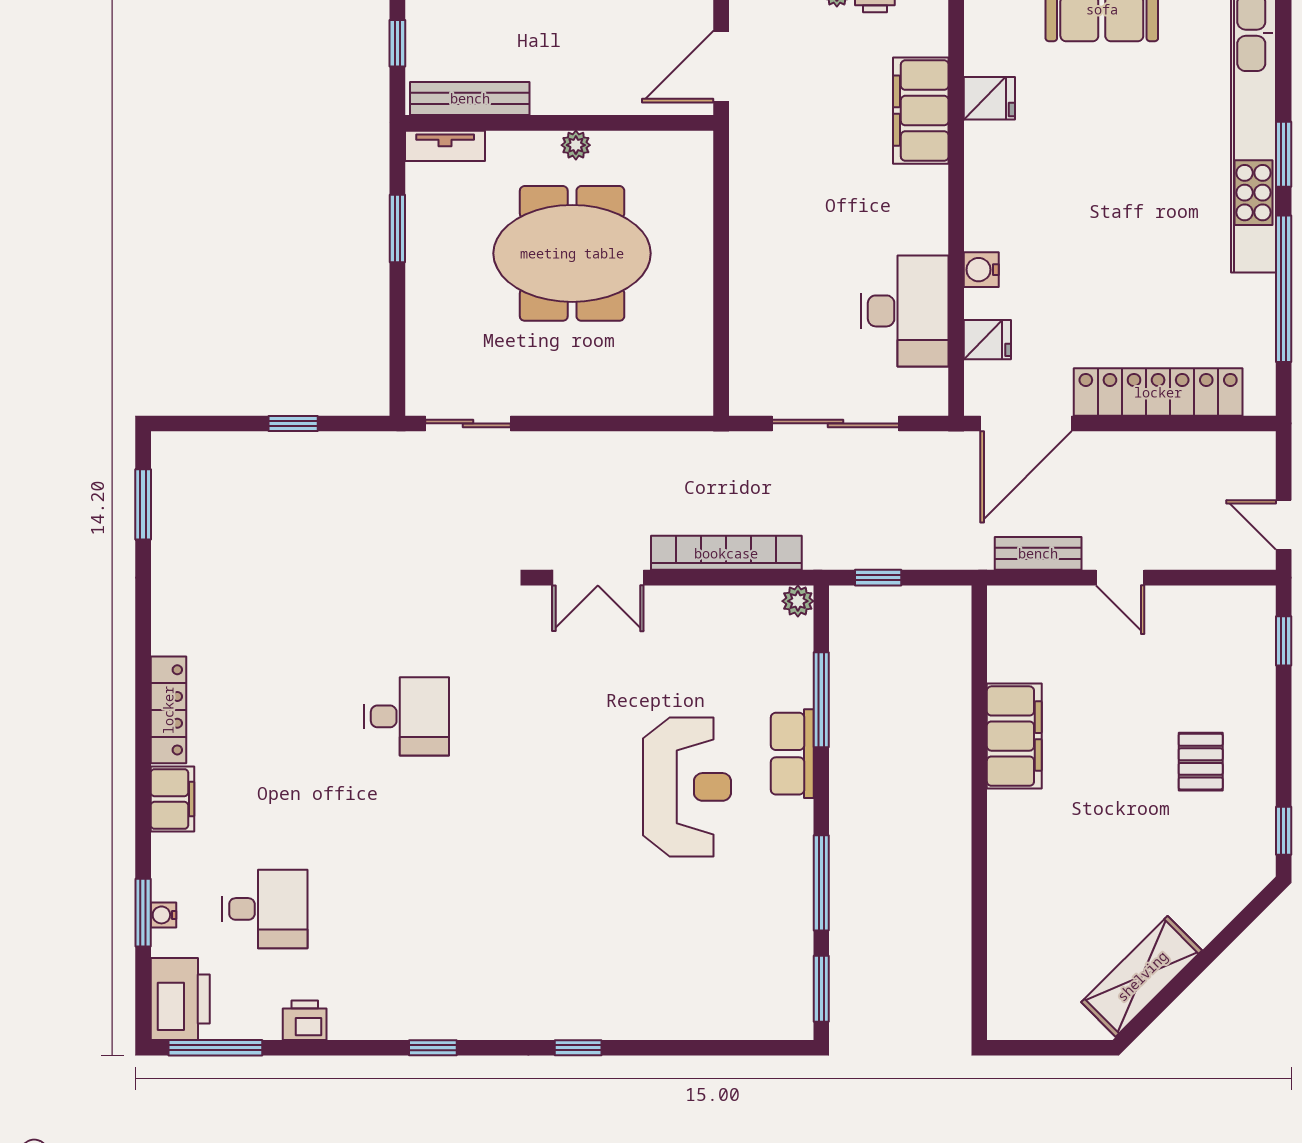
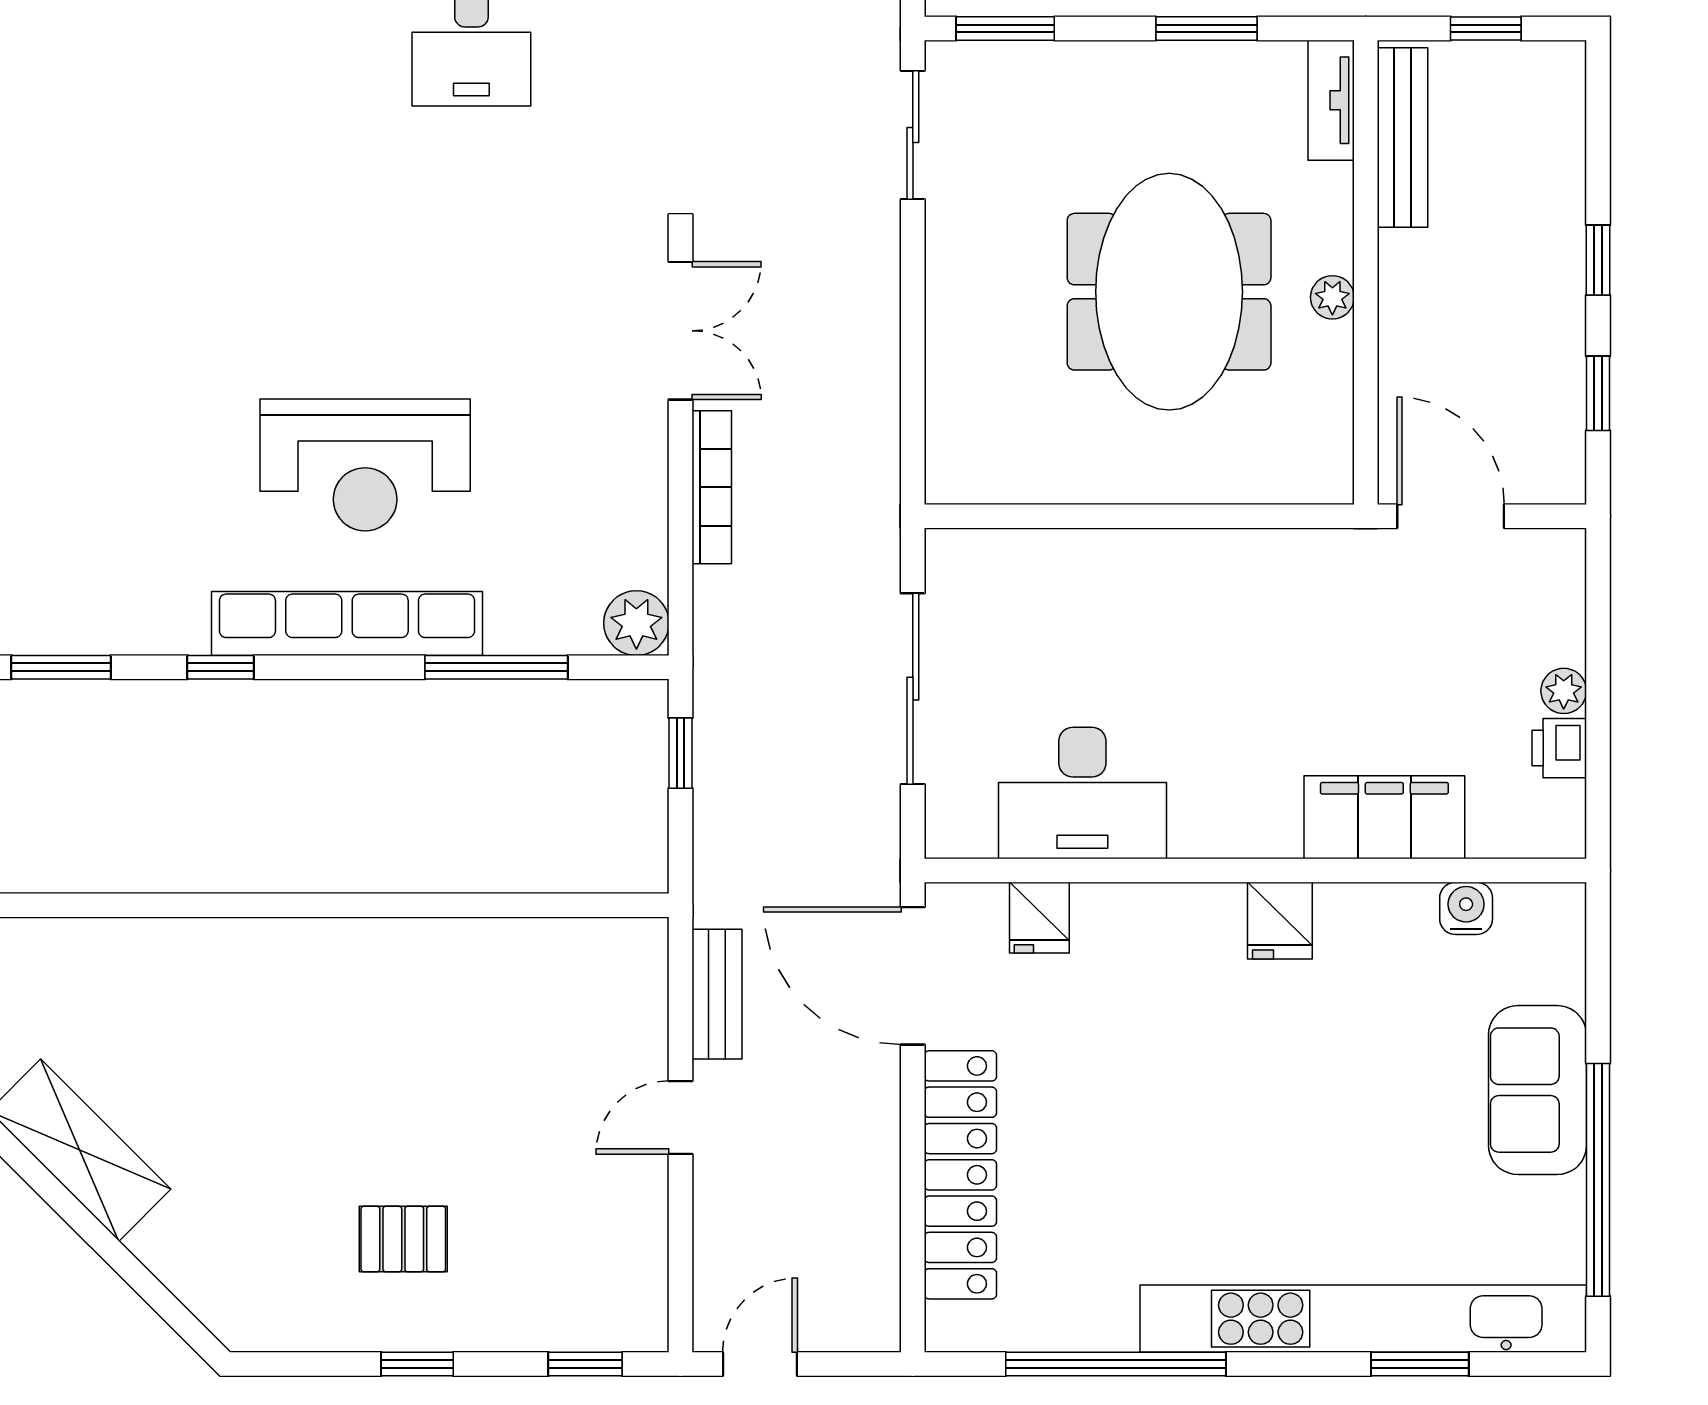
fridge: (989, 98) -> (1280, 921), moved
window: (1284, 154) -> (1420, 1364), moved
water cooler: (981, 270) -> (1466, 908), moved
window: (397, 362) -> (1005, 28), added
bookcase: (726, 553) -> (712, 487), width x0.68, depth x0.76
double door: (598, 578) -> (681, 331), swing flipped
plant: (798, 601) -> (636, 623), width x1.38, depth x1.38
filing cabinet: (1014, 736) -> (442, 958), removed
row of seats: (792, 754) -> (347, 624), width x2.02
window: (1284, 831) -> (417, 1364), moved
window: (821, 883) -> (220, 667), width x0.46

